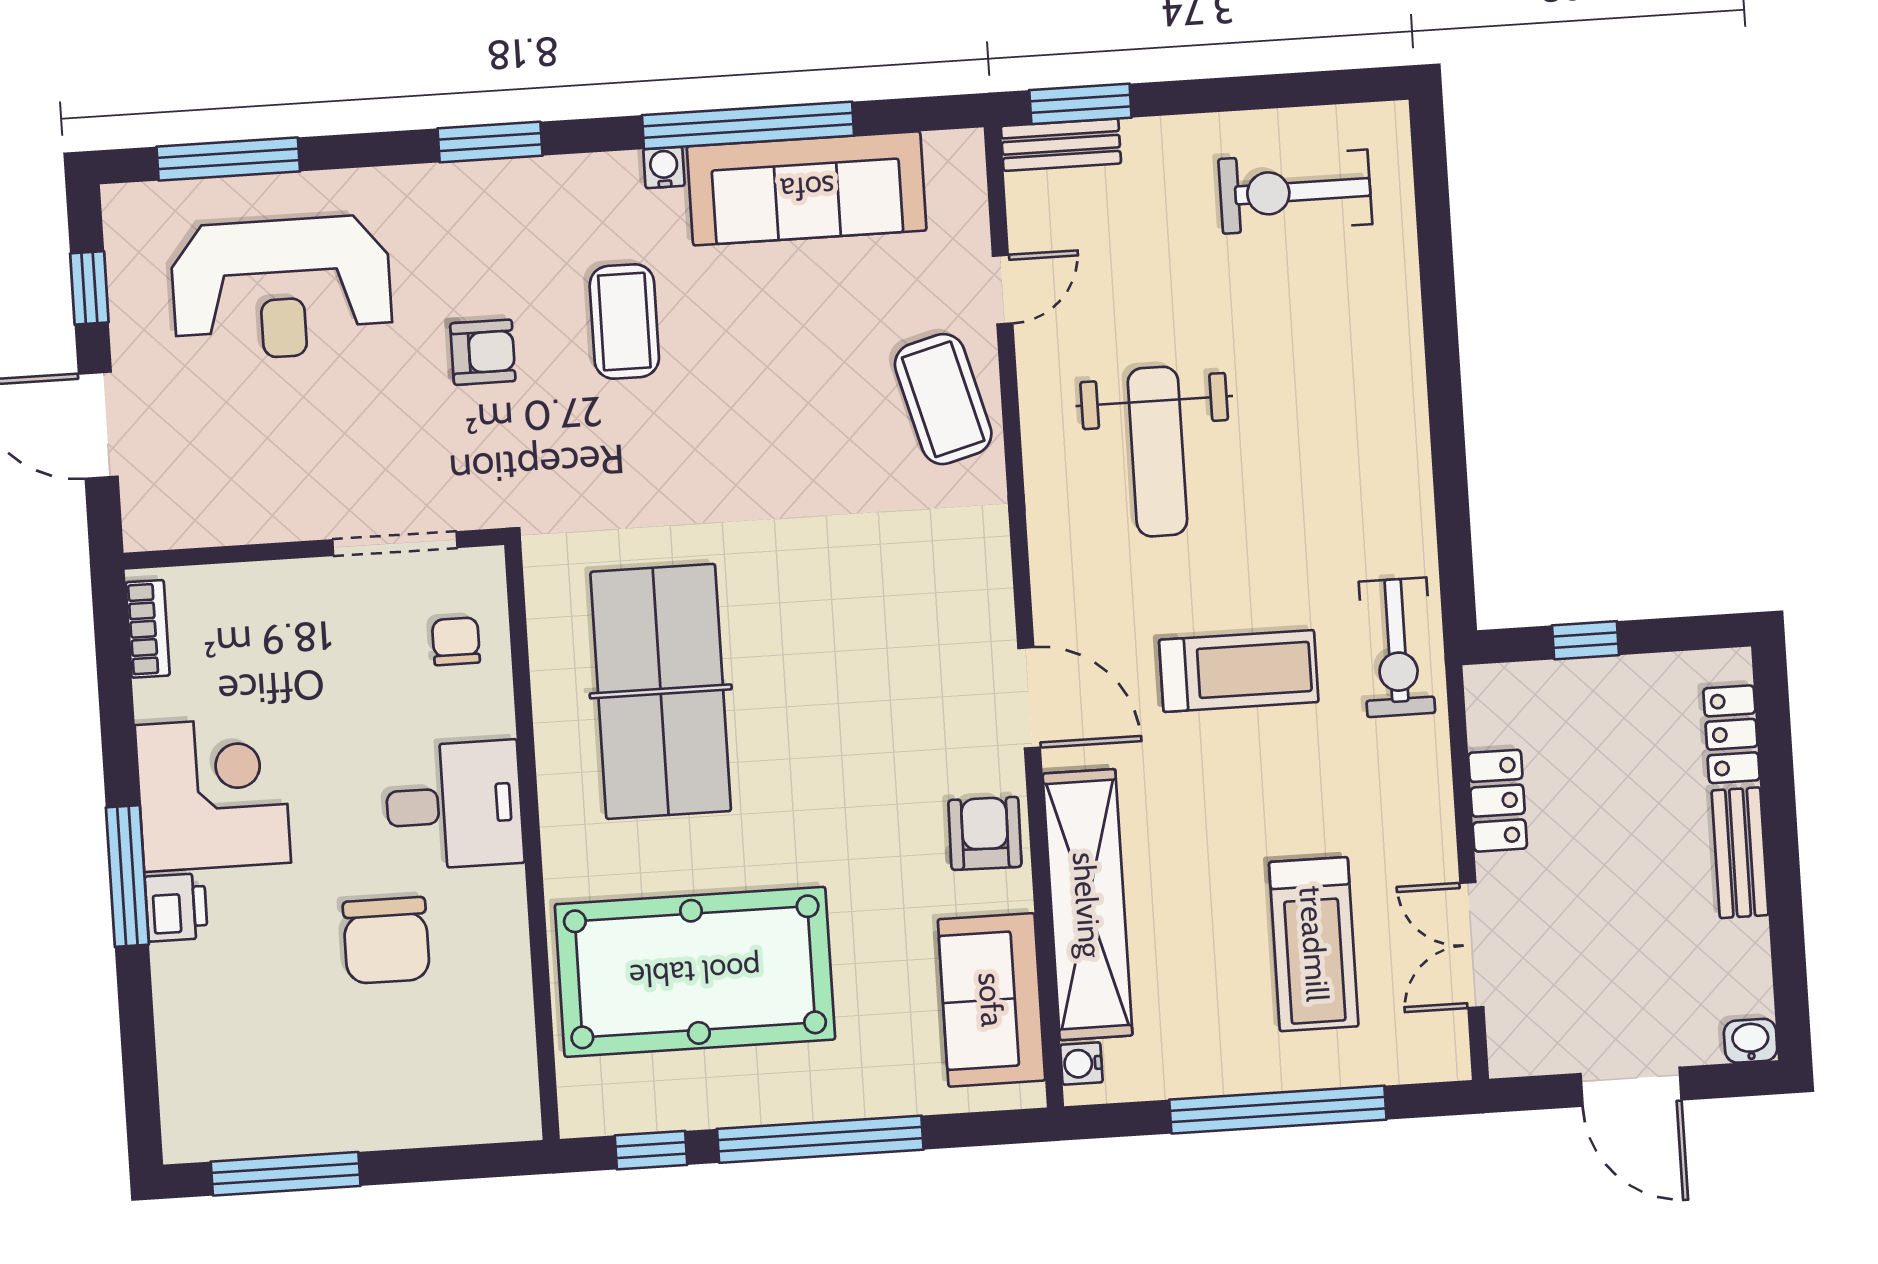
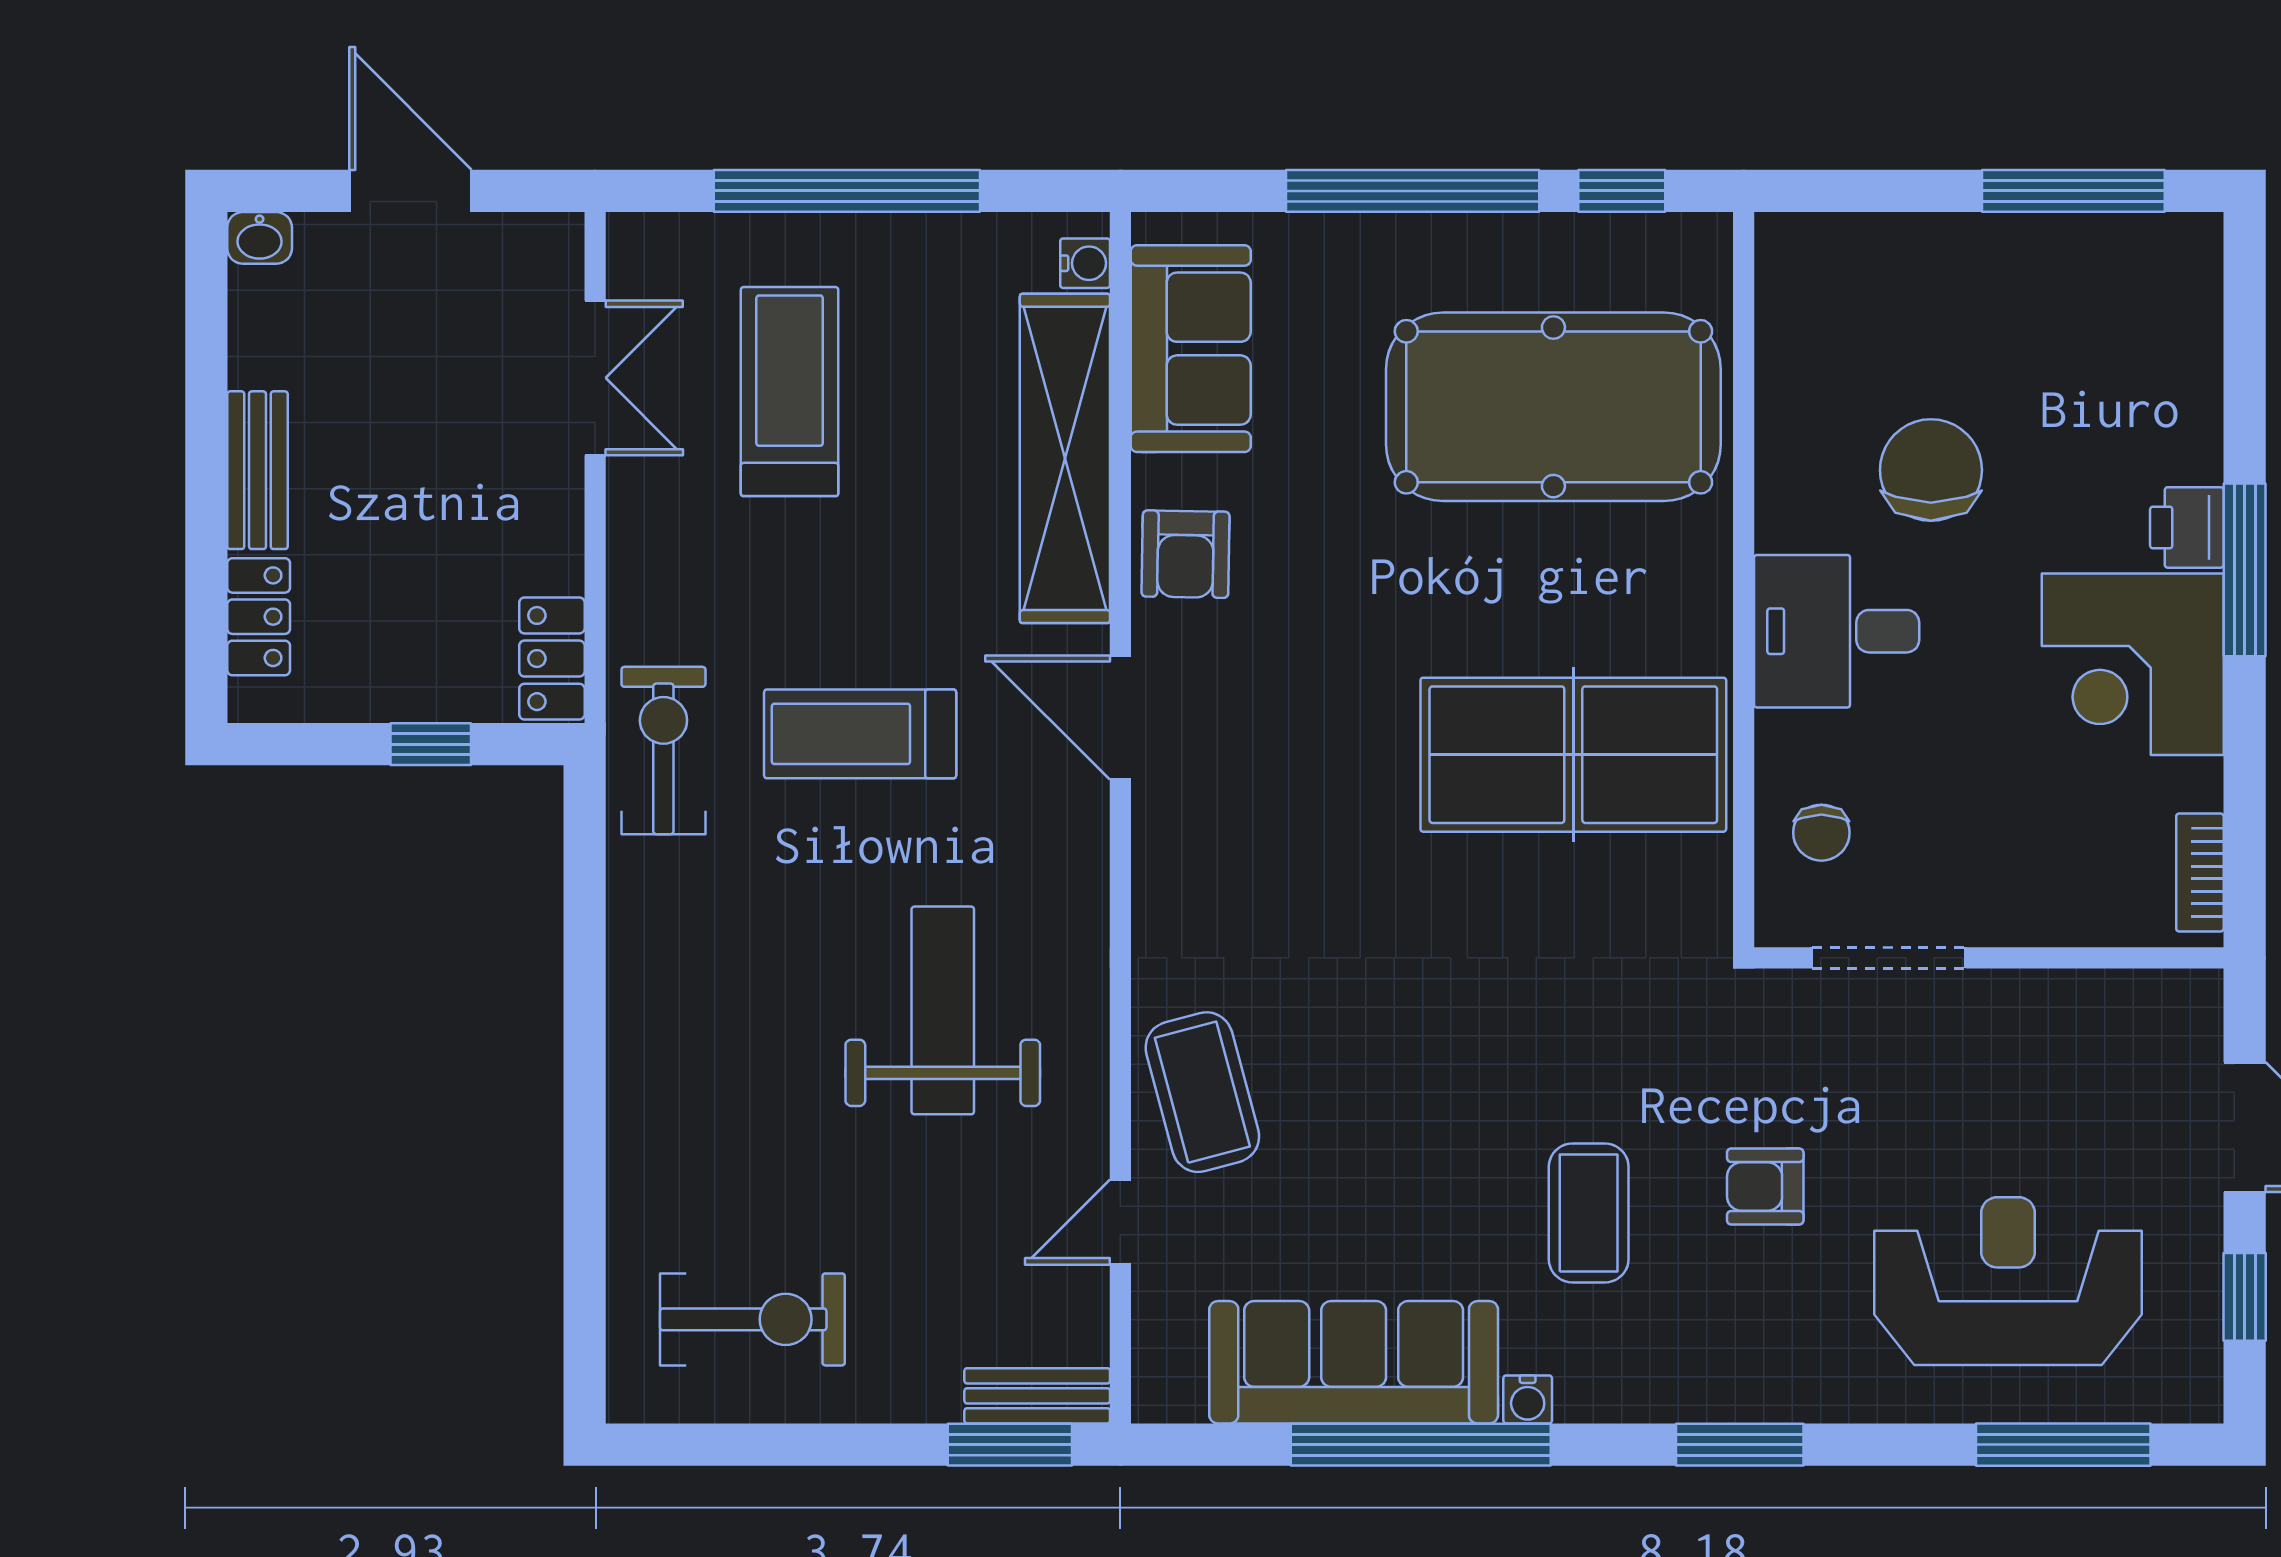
table tennis table: (661, 691) -> (1573, 755), turned 90
locker: (1498, 801) -> (552, 659), moved

